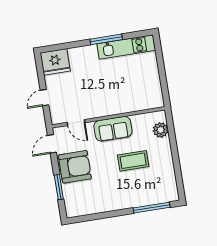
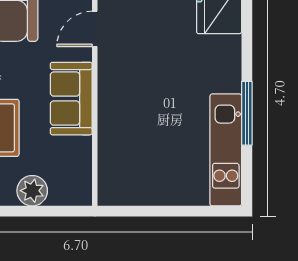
plant: (161, 130) -> (32, 191), moved

